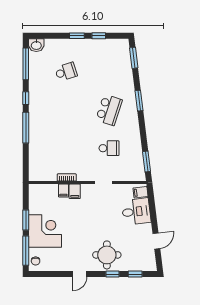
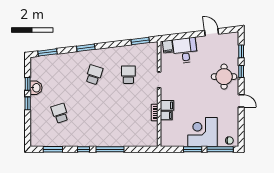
washbasin: (36, 45) -> (36, 88), moved
window: (26, 64) -> (53, 149), width x0.69
school desk: (109, 110) -> (94, 75), width x0.54

